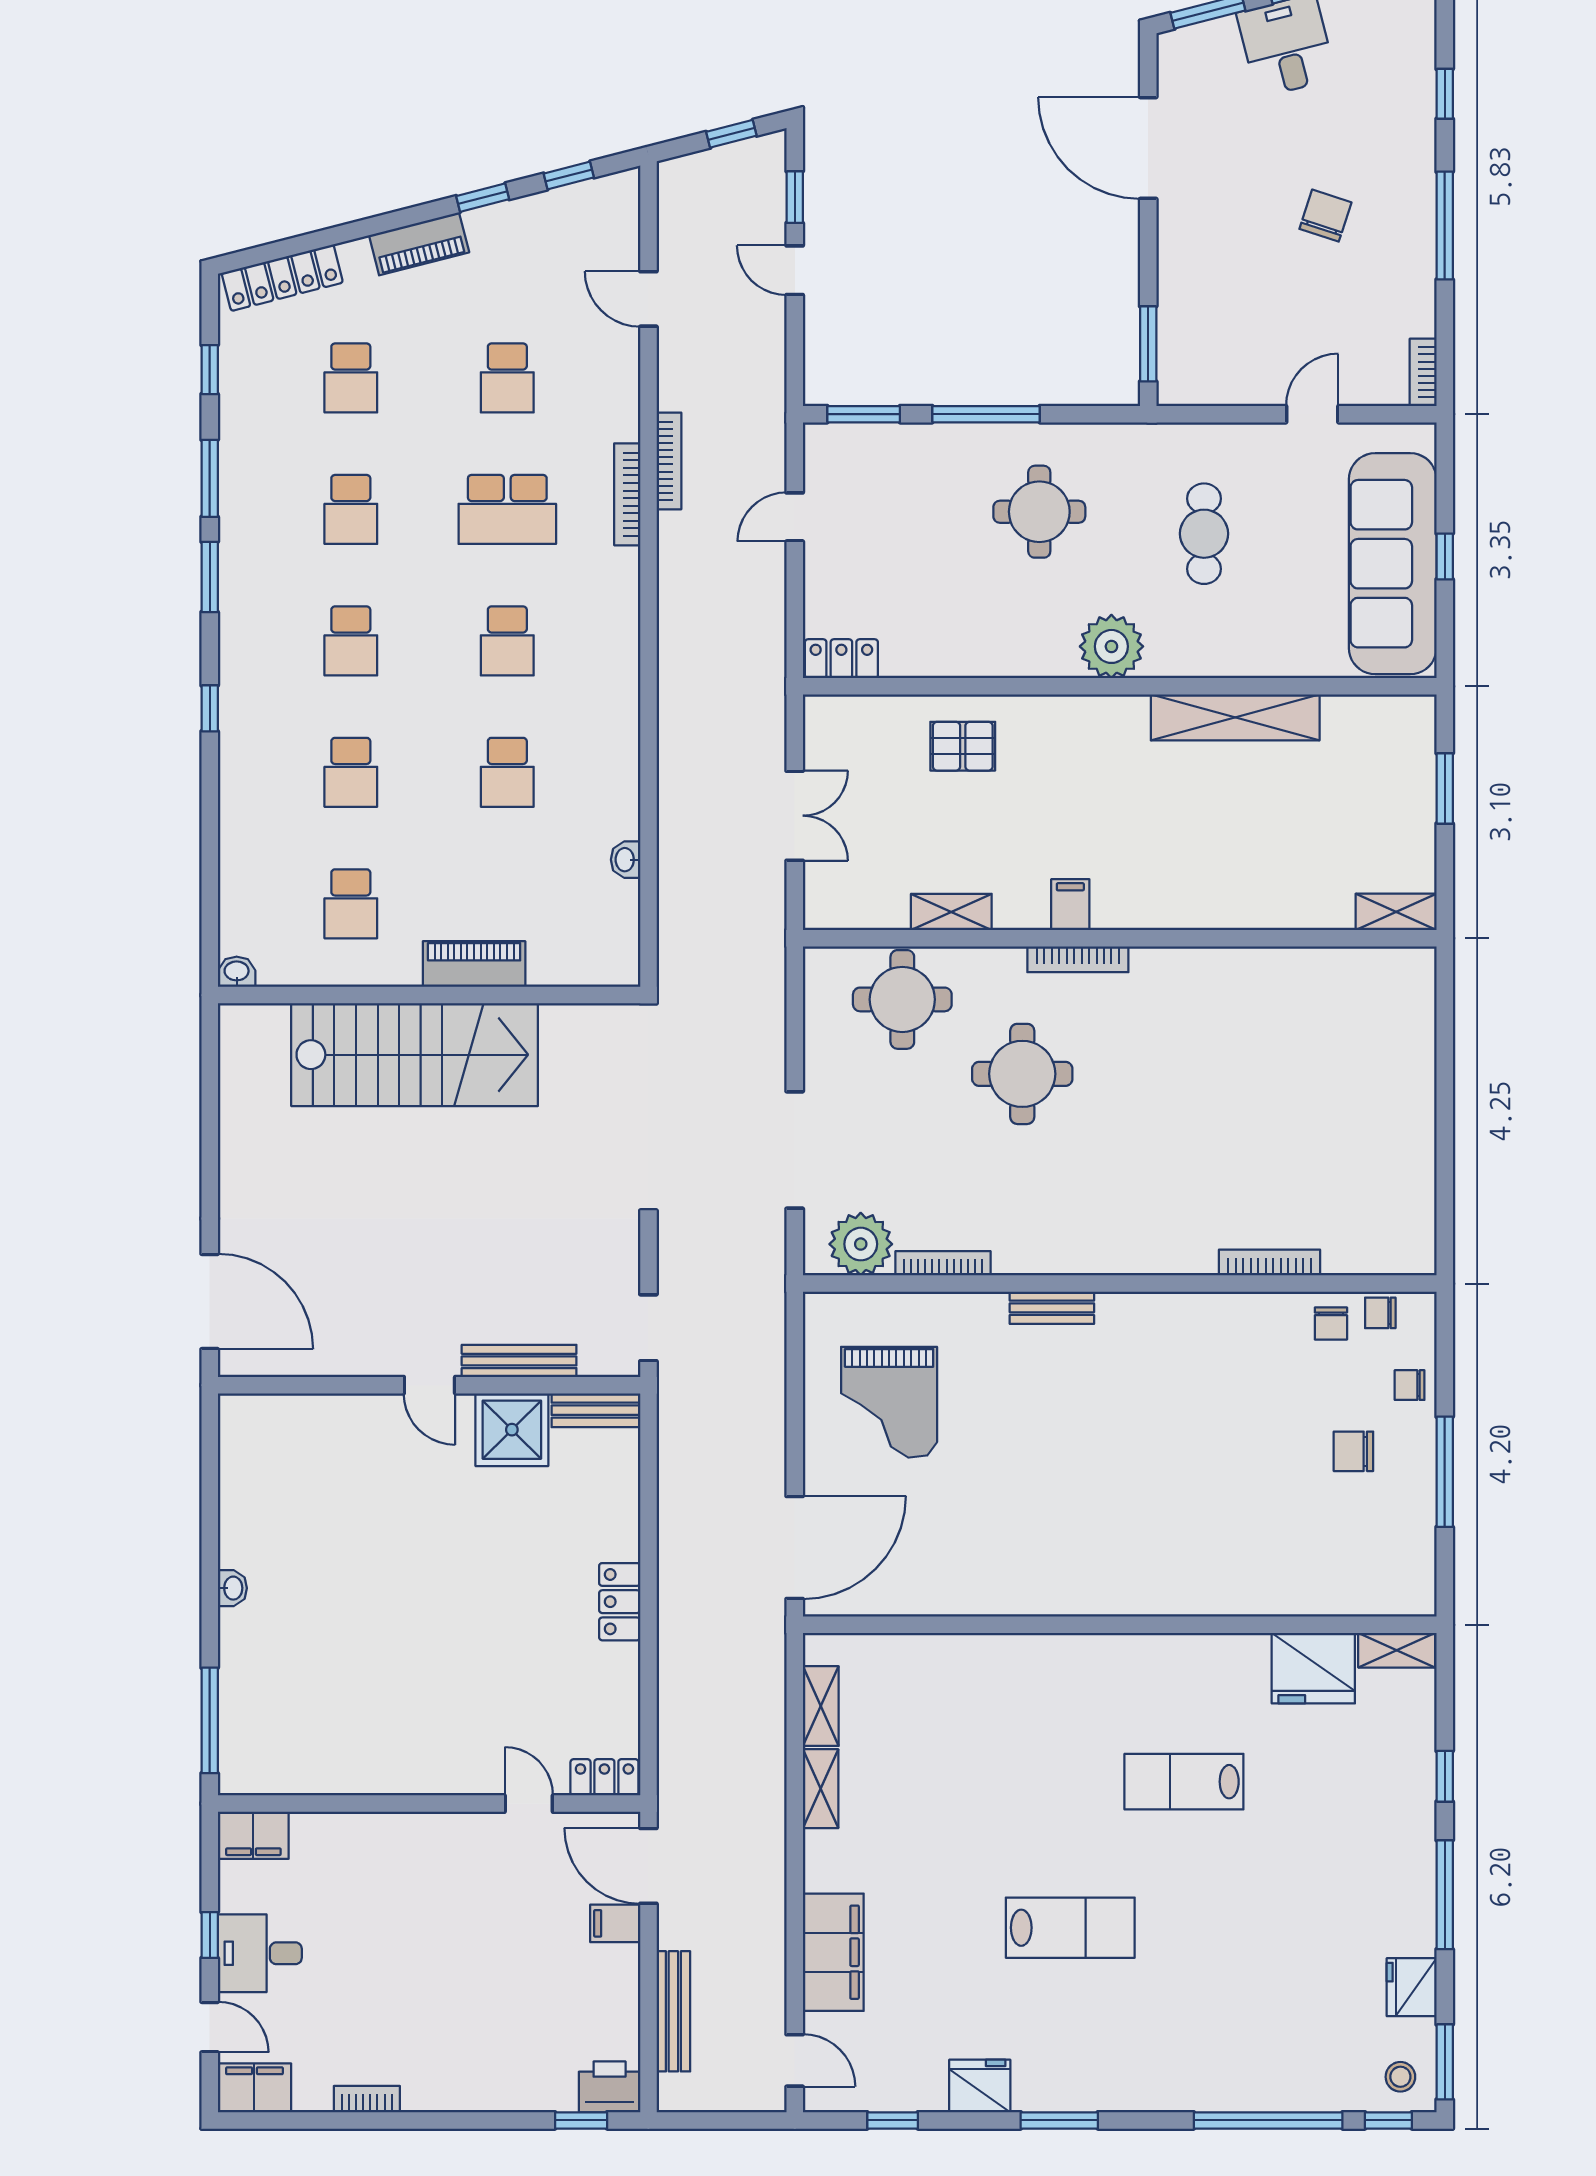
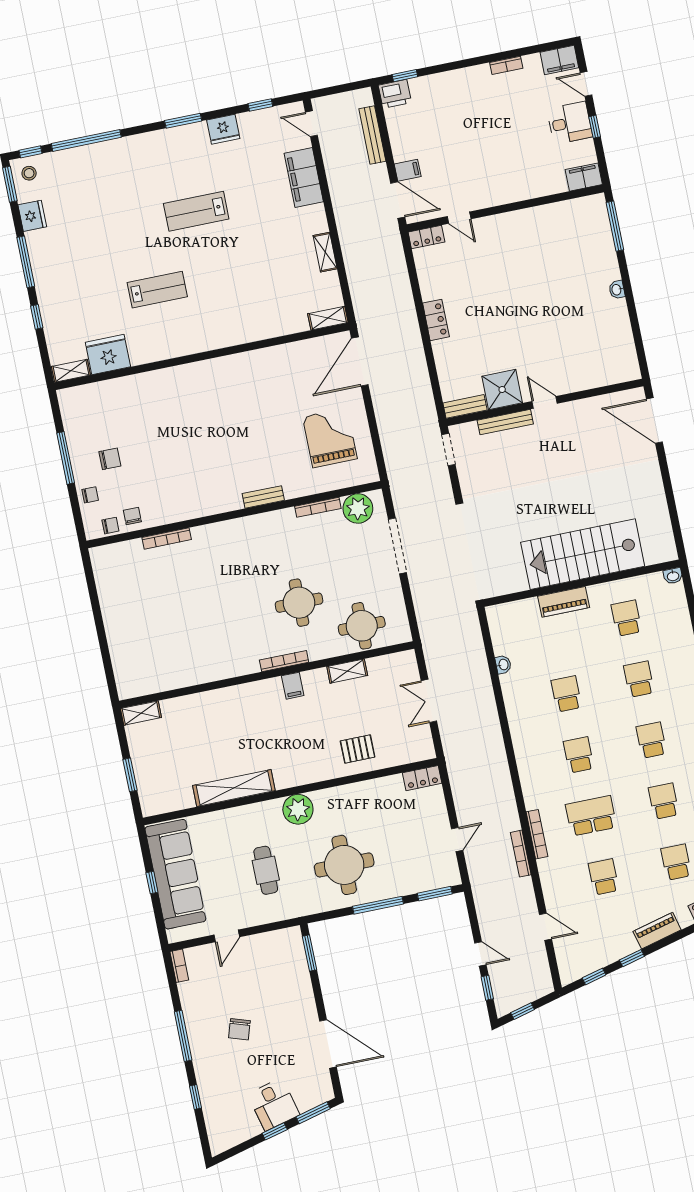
round table: (1039, 512) -> (344, 865), width x1.36, depth x1.36
shelving: (821, 1706) -> (328, 318), moved, turned 90

